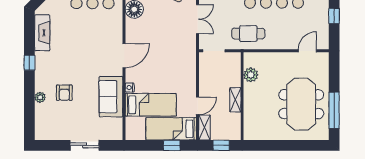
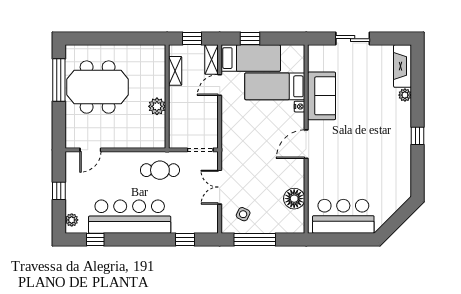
fireplace: (42, 33) -> (403, 66), moved
plant: (251, 75) -> (157, 106), moved
armchair: (64, 93) -> (377, 101), removed
shelving: (235, 100) -> (175, 71), moved
meeting table: (301, 104) -> (98, 87), turned 90

